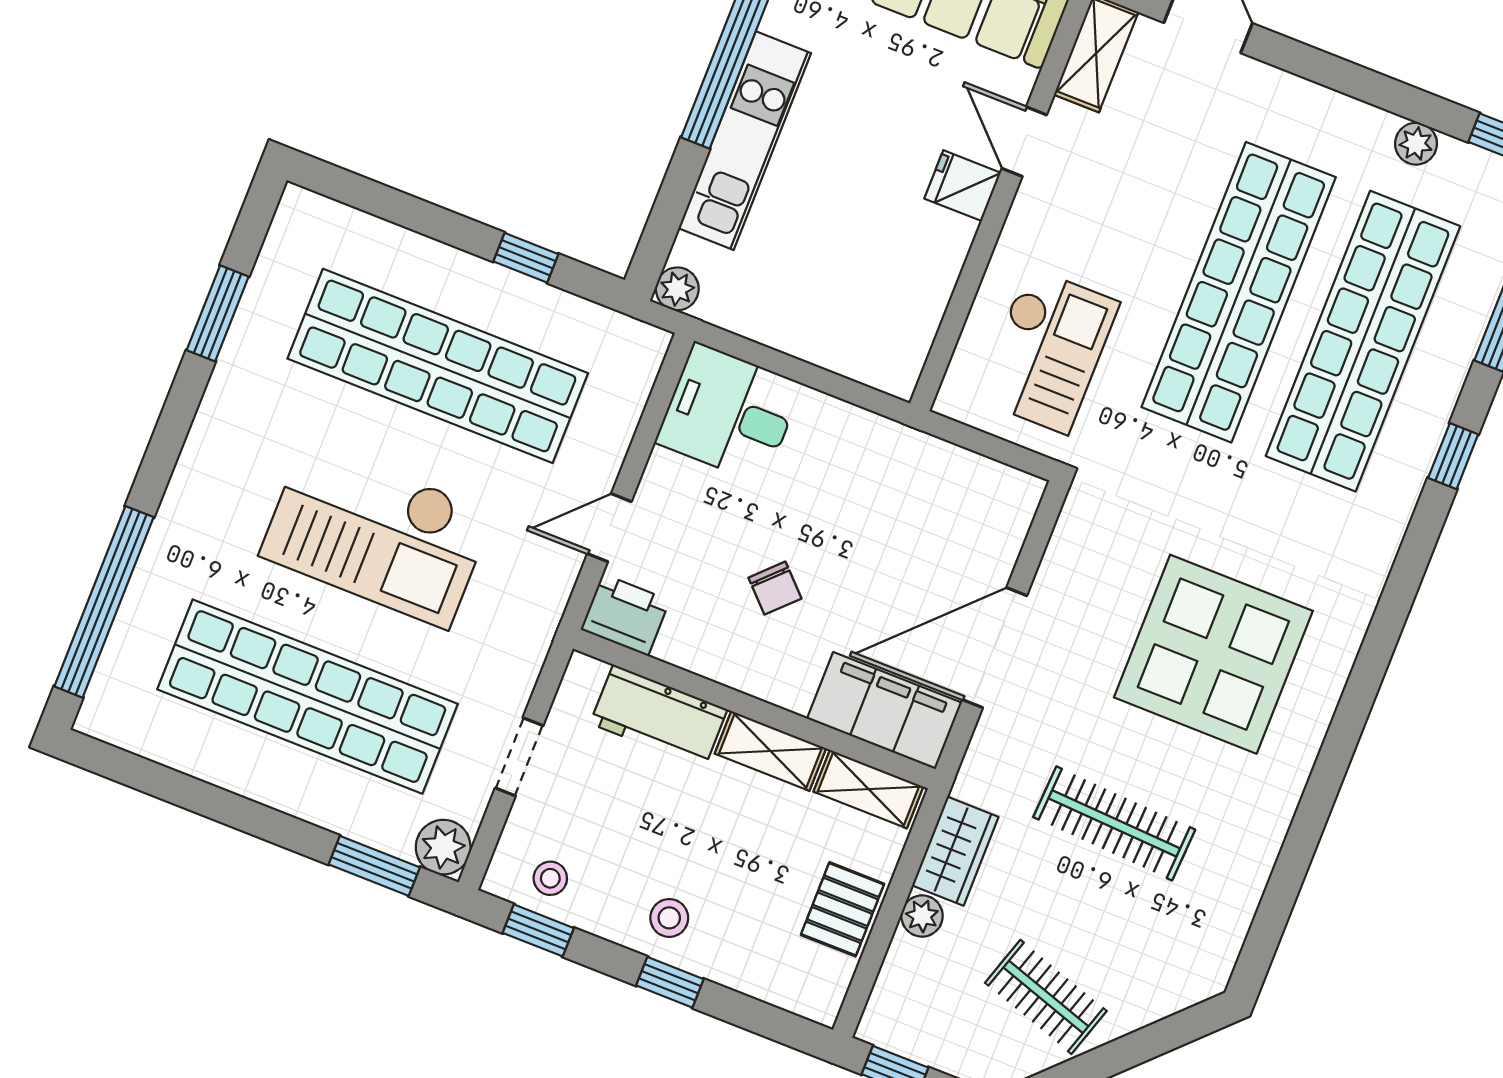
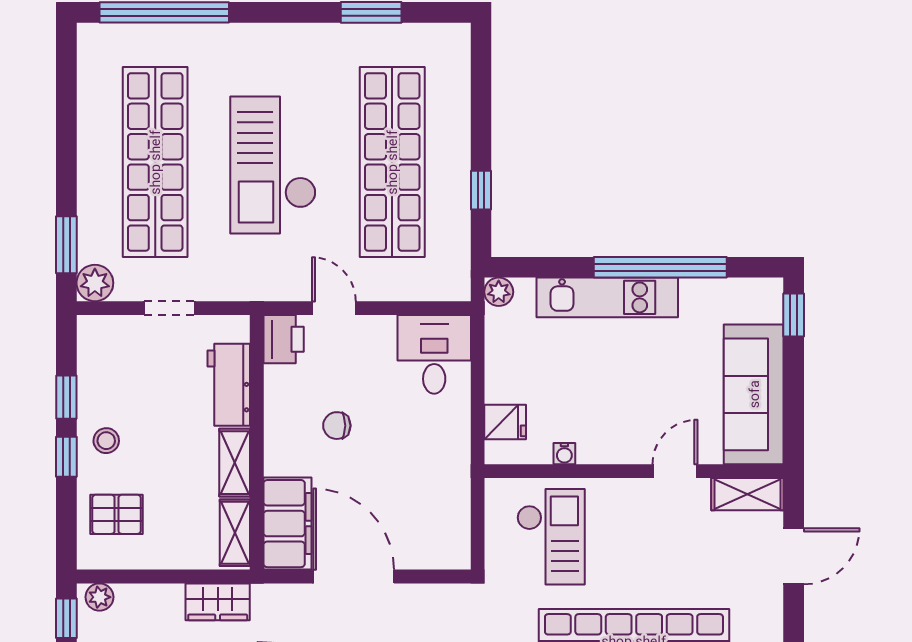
fridge: (963, 186) -> (505, 422), moved, turned 90
water cooler: (939, 286) -> (564, 454), added
checkout: (1048, 351) -> (551, 537), turned -90
chair: (775, 588) -> (337, 426), turned 45
stool: (550, 878) -> (102, 357), removed
pallet: (842, 909) -> (117, 514), moved
plant: (922, 916) -> (99, 597), moved
window: (538, 930) -> (66, 397), moved

